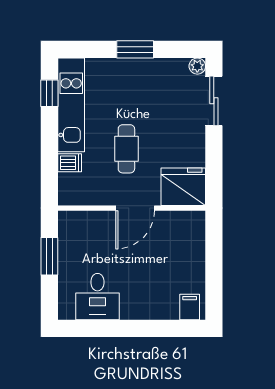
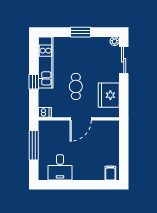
window: (49, 93) -> (34, 82), moved
dishwasher: (70, 163) -> (45, 112), moved
fridge: (183, 187) -> (109, 95), moved, turned -90
window: (49, 256) -> (34, 145), width x1.44

